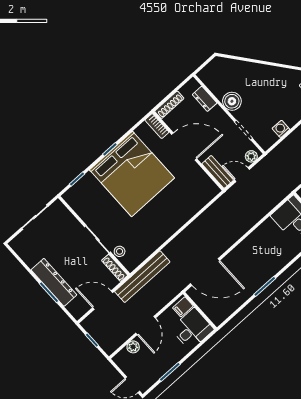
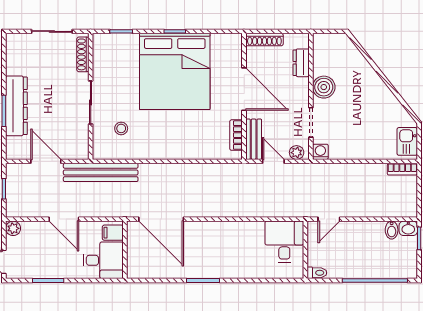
bookcase: (157, 126) -> (236, 135), moved
washing machine: (281, 129) -> (320, 152), moved
stool: (120, 251) -> (121, 128), moved
shoe rack: (115, 268) -> (83, 54), moved
door: (145, 326) -> (64, 219), hinge flipped
plant: (133, 347) -> (13, 228), moved

